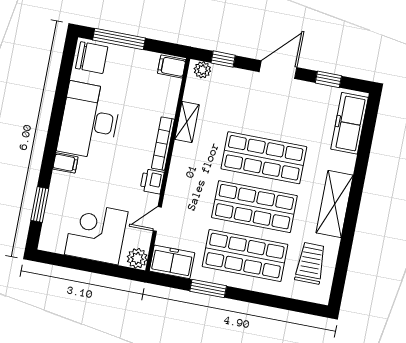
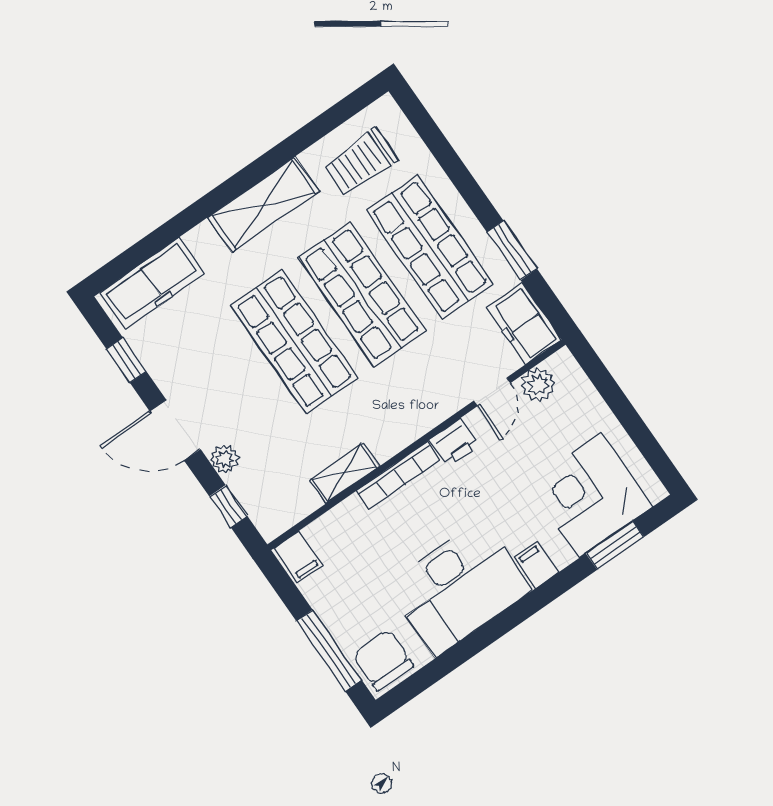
plant: (202, 70) -> (225, 459), moved
door: (157, 219) -> (492, 392), hinge flipped
corner desk: (96, 233) -> (590, 495), moved, turned 90
plant: (137, 258) -> (538, 385), moved

